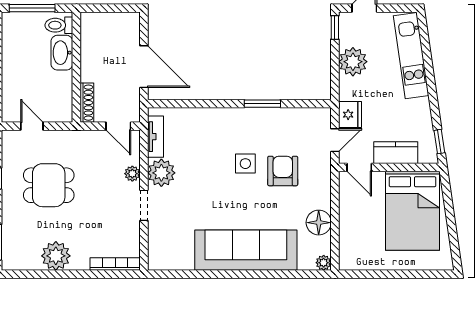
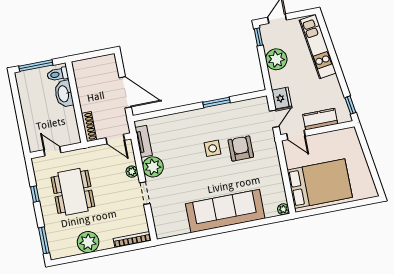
dining table: (49, 185) -> (73, 192), width x1.38
bed: (413, 211) -> (320, 184), moved, turned -90
floor lamp: (319, 223) -> (274, 181), removed

